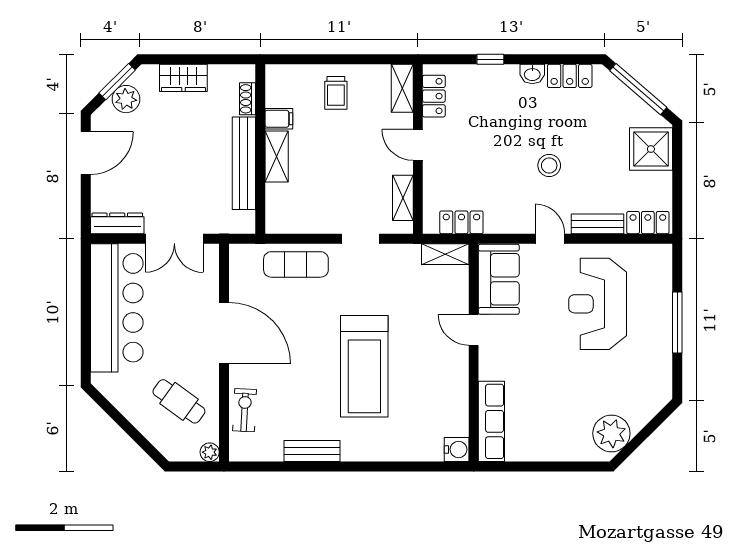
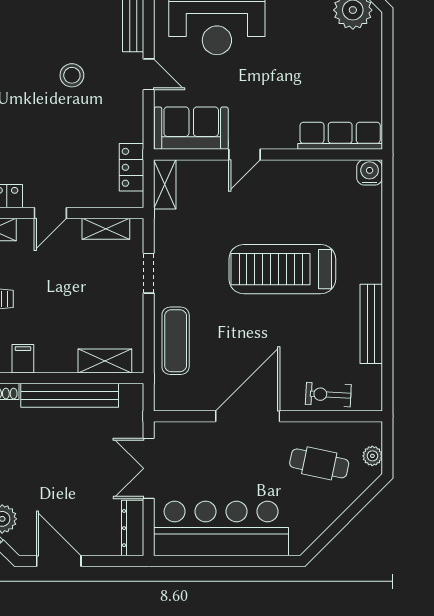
shelving: (277, 157) -> (105, 361), moved
double door: (174, 239) -> (149, 468), swing flipped
door: (550, 239) -> (149, 74), swing flipped
treadmill: (364, 366) -> (282, 269), turned 180
cafe table: (179, 401) -> (319, 463), turned 66
bench: (312, 451) -> (371, 324), width x1.36
plant: (210, 452) -> (372, 456), moved

